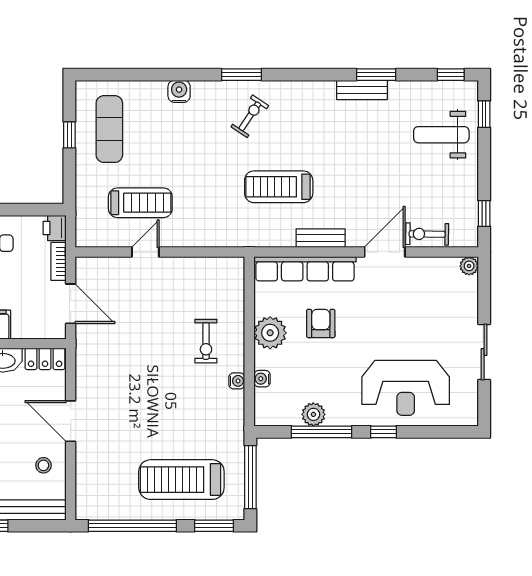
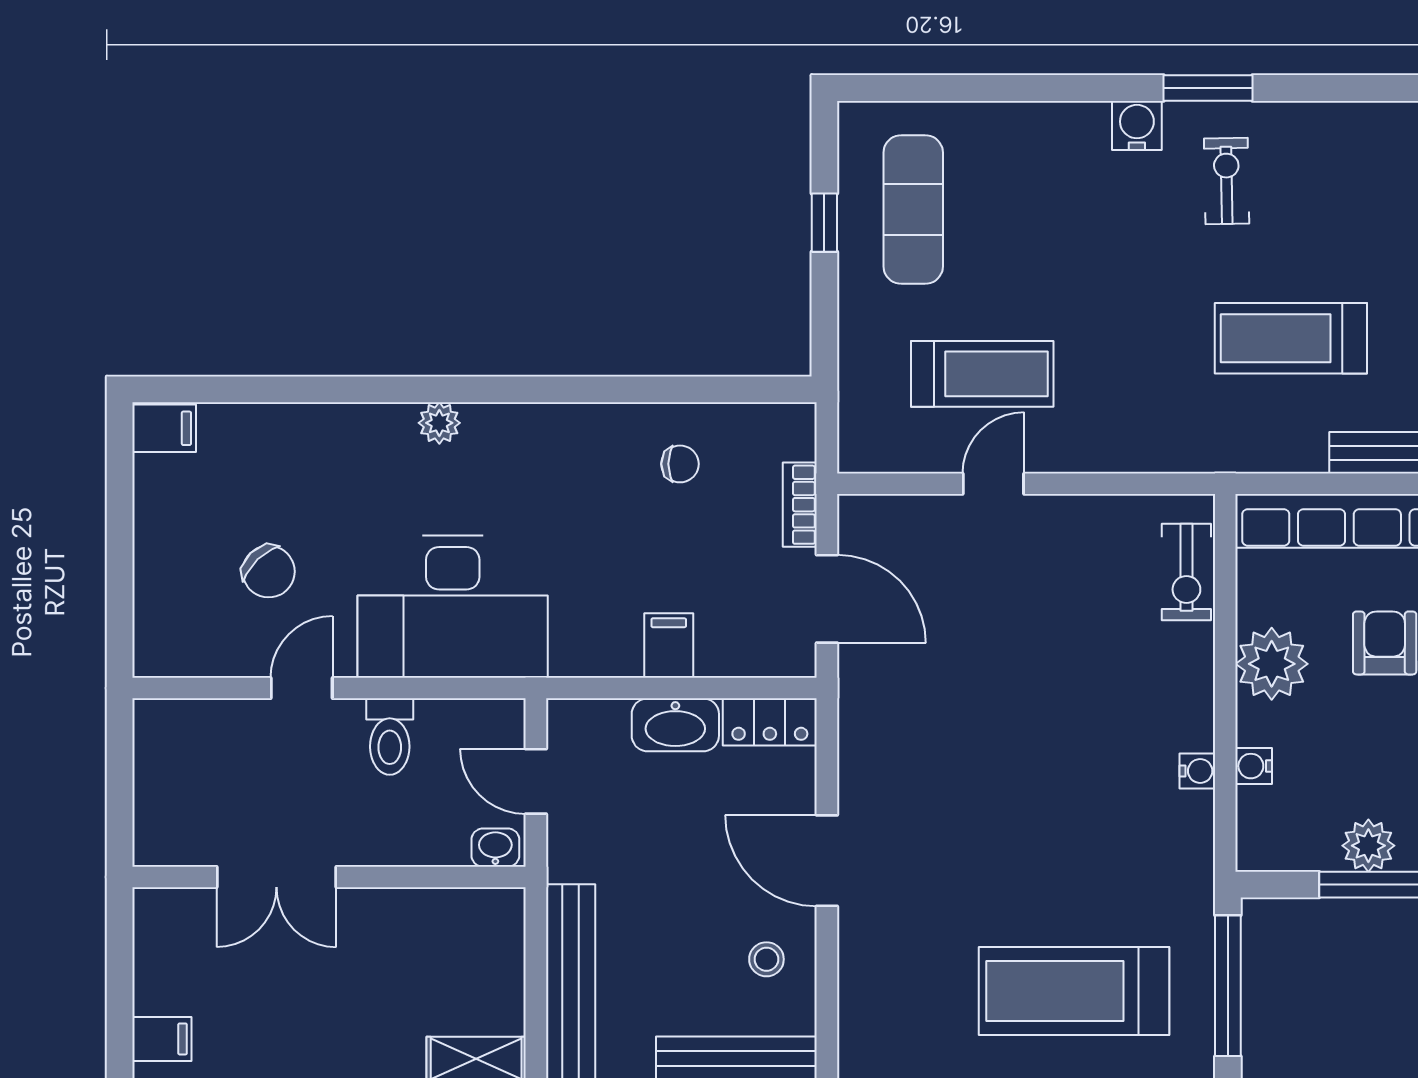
water cooler: (179, 91) -> (1137, 125), moved
exercise bike: (250, 116) -> (1227, 181), turned -35
printer: (55, 228) -> (791, 430), removed
exercise bike: (206, 341) -> (1186, 572), moved

